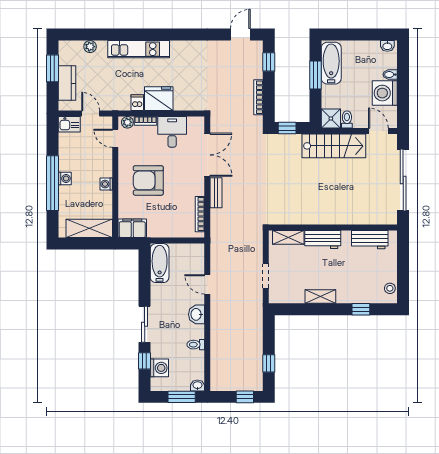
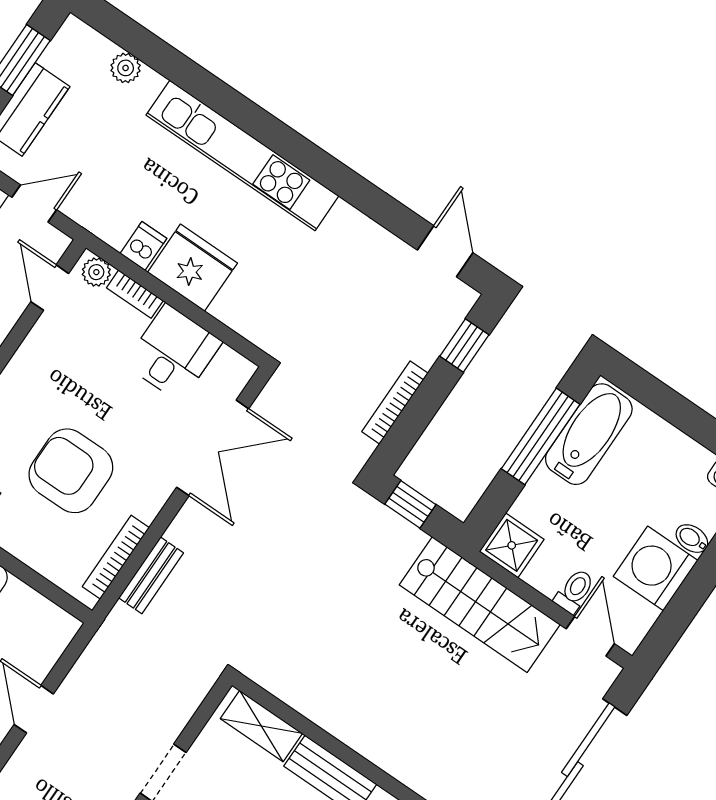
door: (240, 35) -> (445, 251), hinge flipped
kitchen unit: (139, 49) -> (242, 155), width x1.36
window: (315, 75) -> (541, 436), width x1.44
door: (91, 113) -> (34, 204), hinge flipped
toilet: (347, 119) -> (574, 591), moved
armchair: (148, 180) -> (71, 471), moved
bench: (216, 193) -> (151, 575), moved

